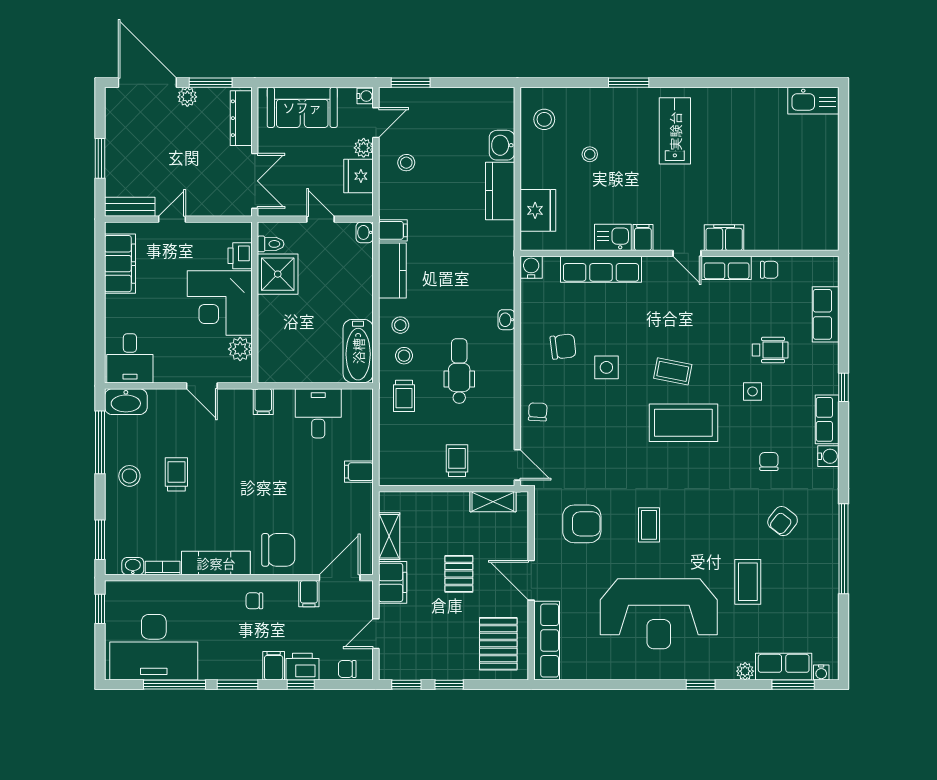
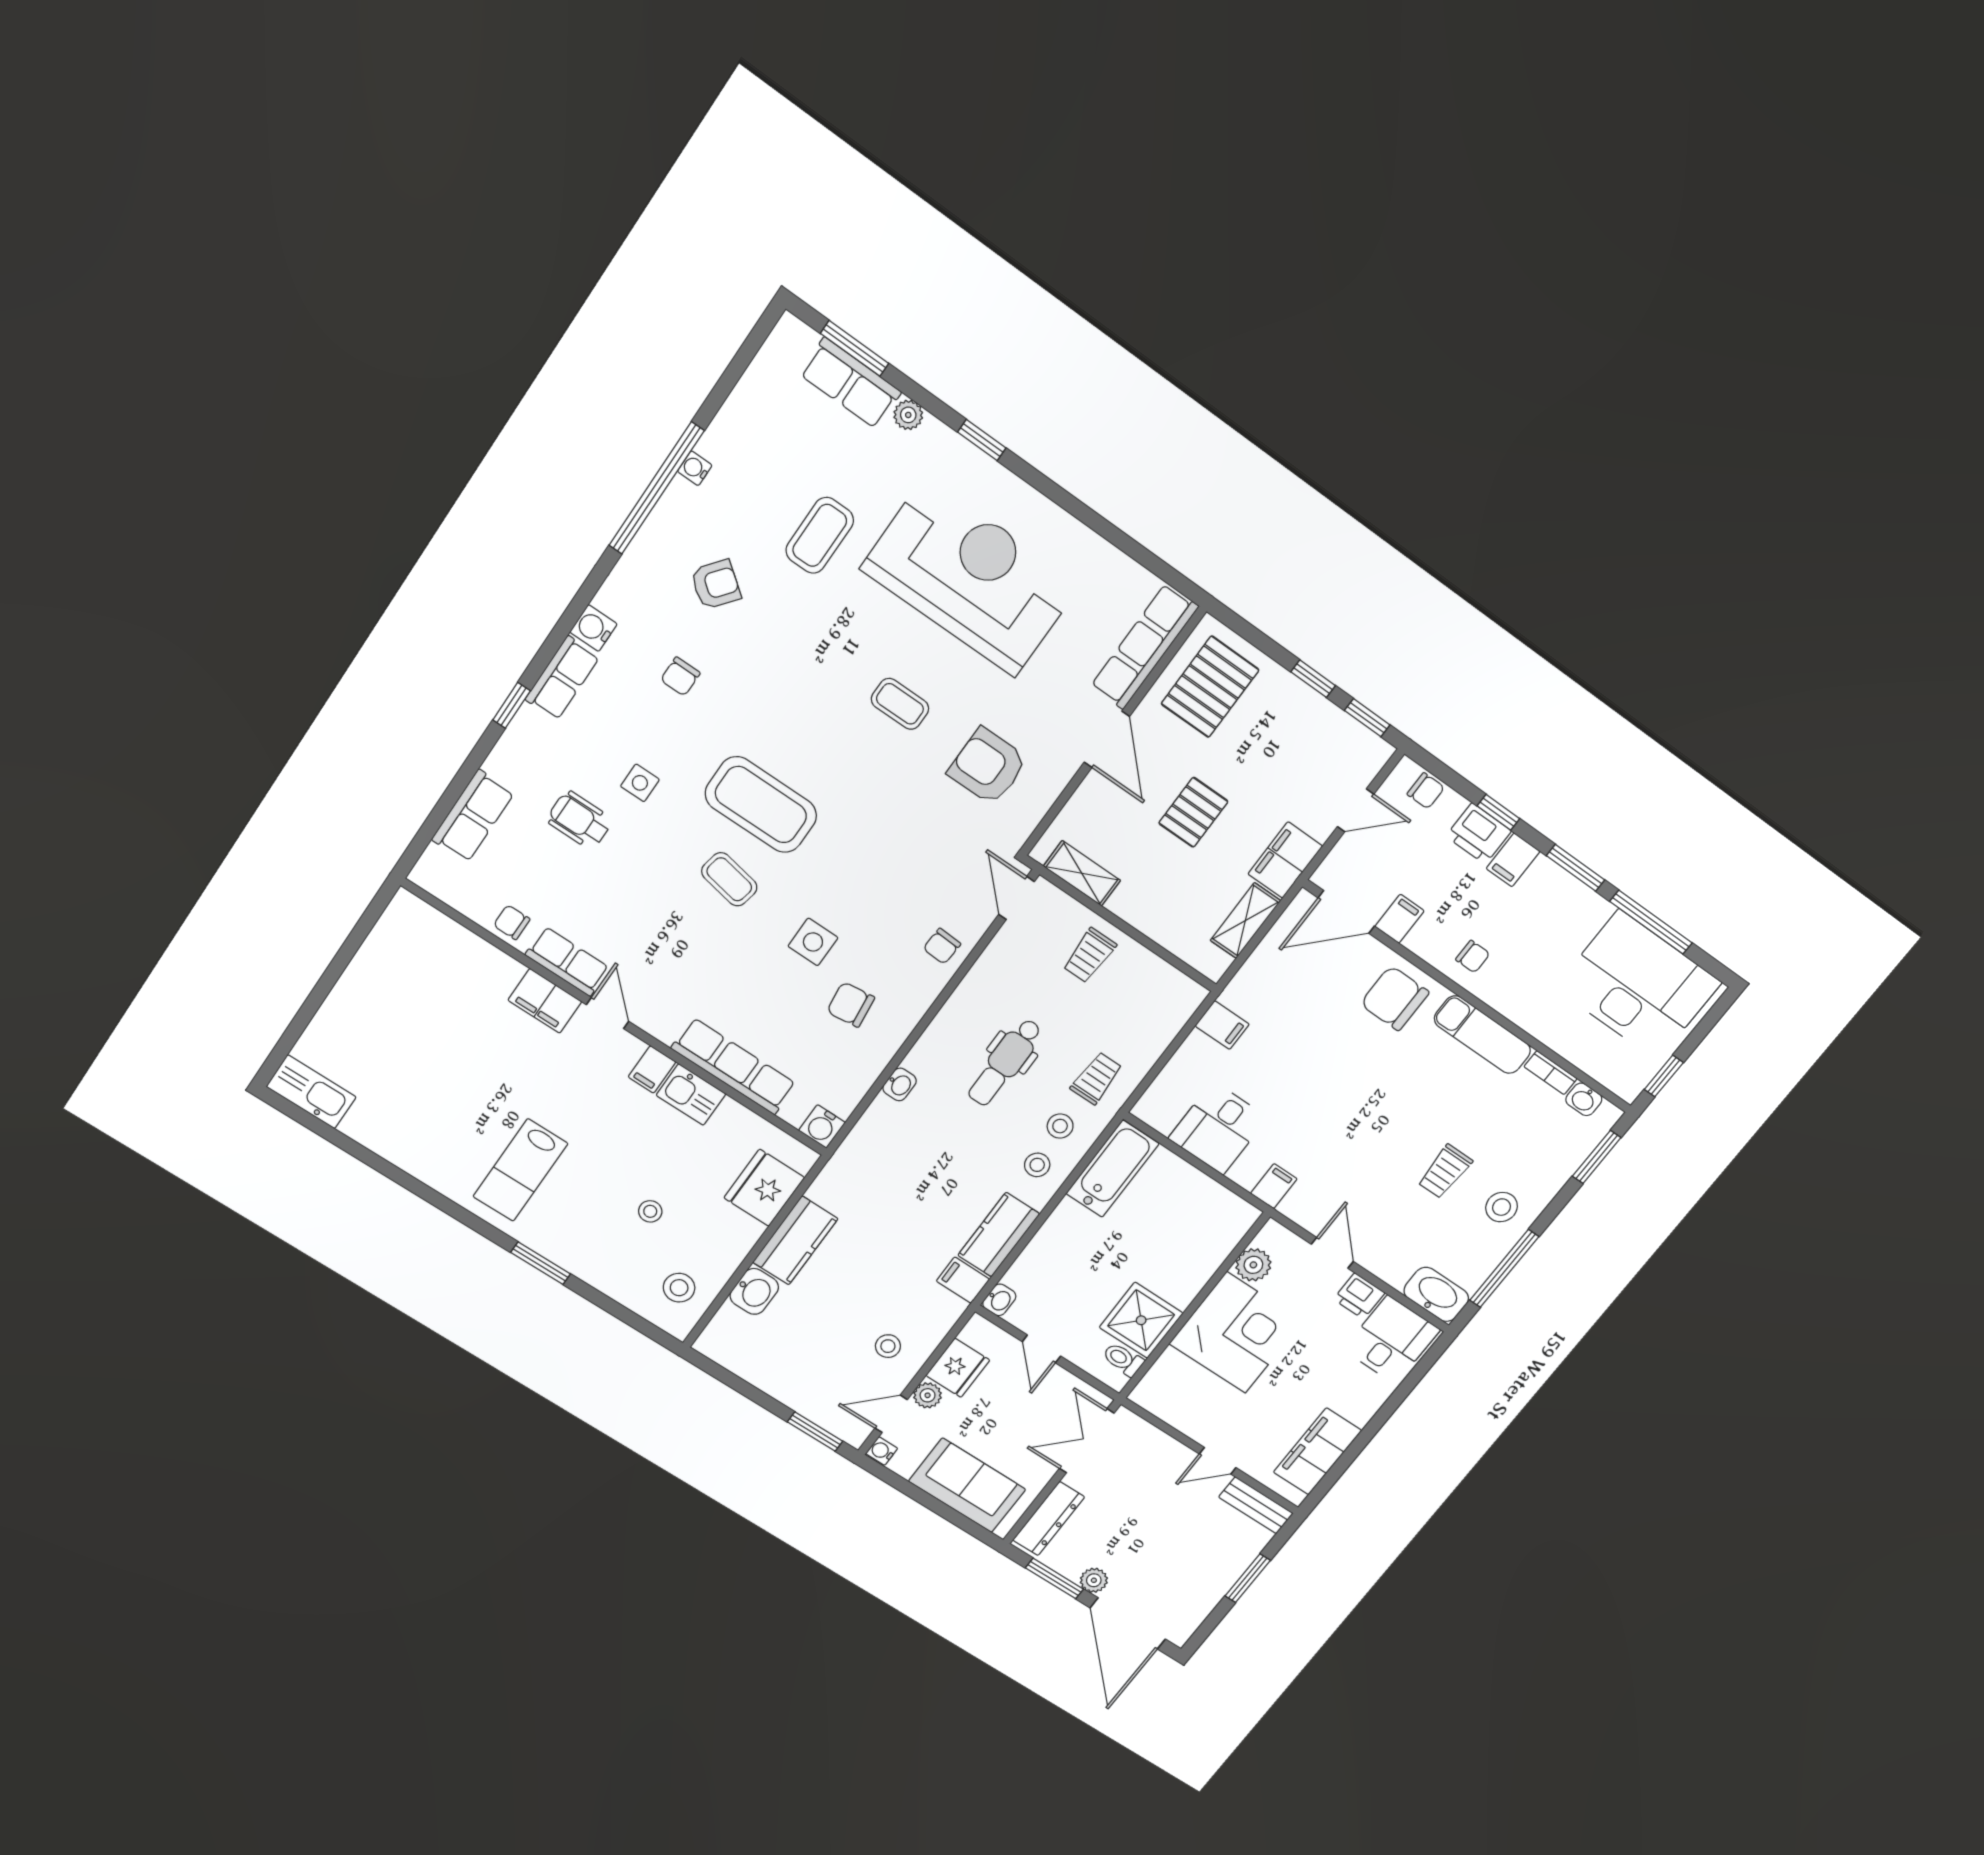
printer: (240, 256) -> (1359, 1296), moved, turned 90
coffee table: (649, 525) -> (900, 704), turned 90
water cooler: (821, 672) -> (695, 468), moved, turned -90

